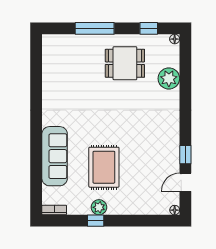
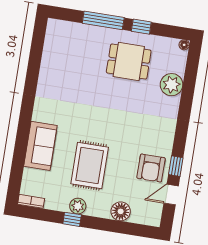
window: (149, 28) -> (141, 27), moved
sofa: (55, 156) -> (40, 146), width x0.73
armchair: (162, 160) -> (151, 168), added
floor lamp: (175, 210) -> (121, 211), moved, width x1.89, depth x1.89

